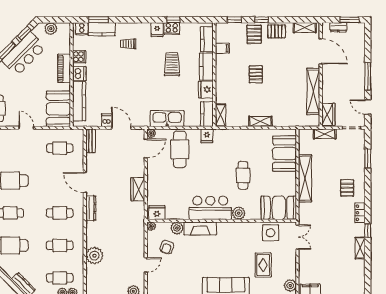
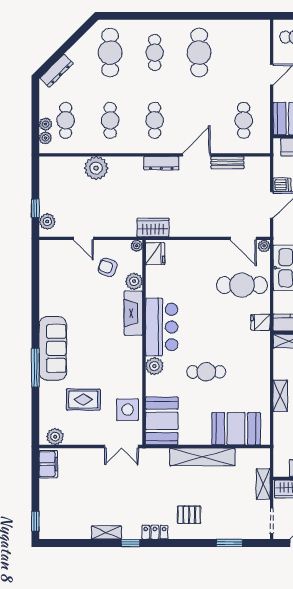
bench: (90, 141) -> (227, 163), moved
wardrobe: (138, 189) -> (153, 228), moved

